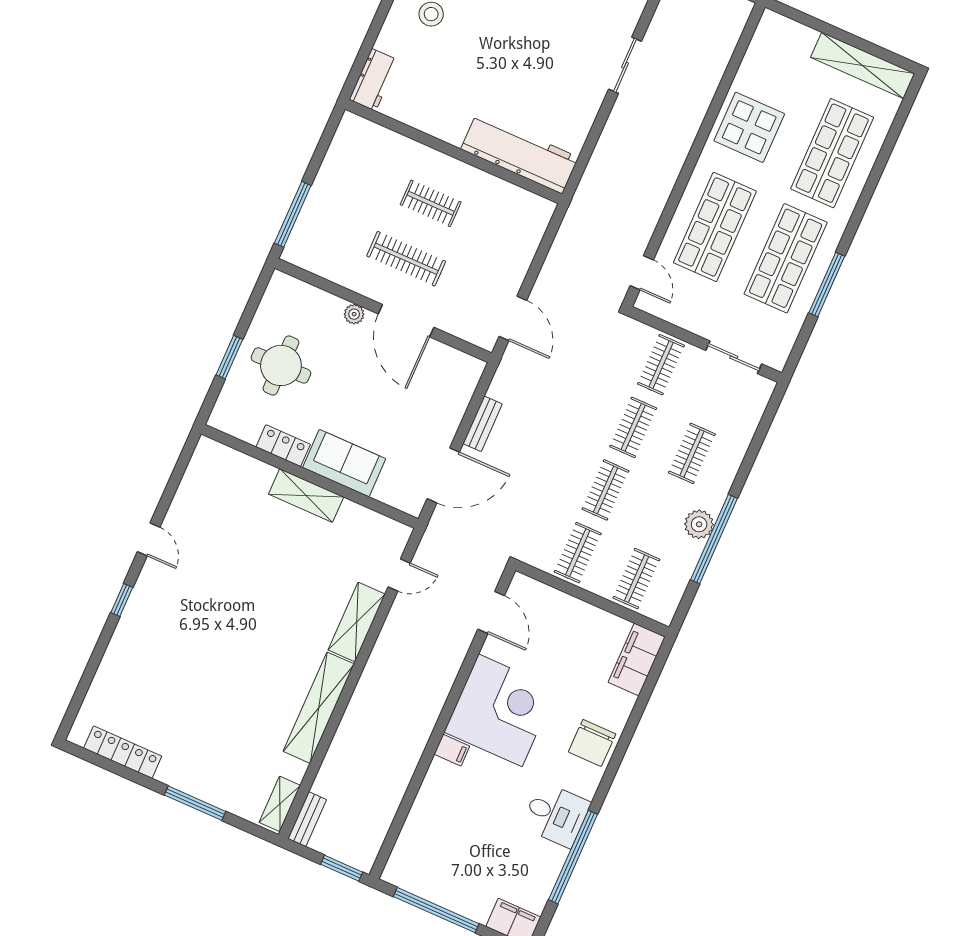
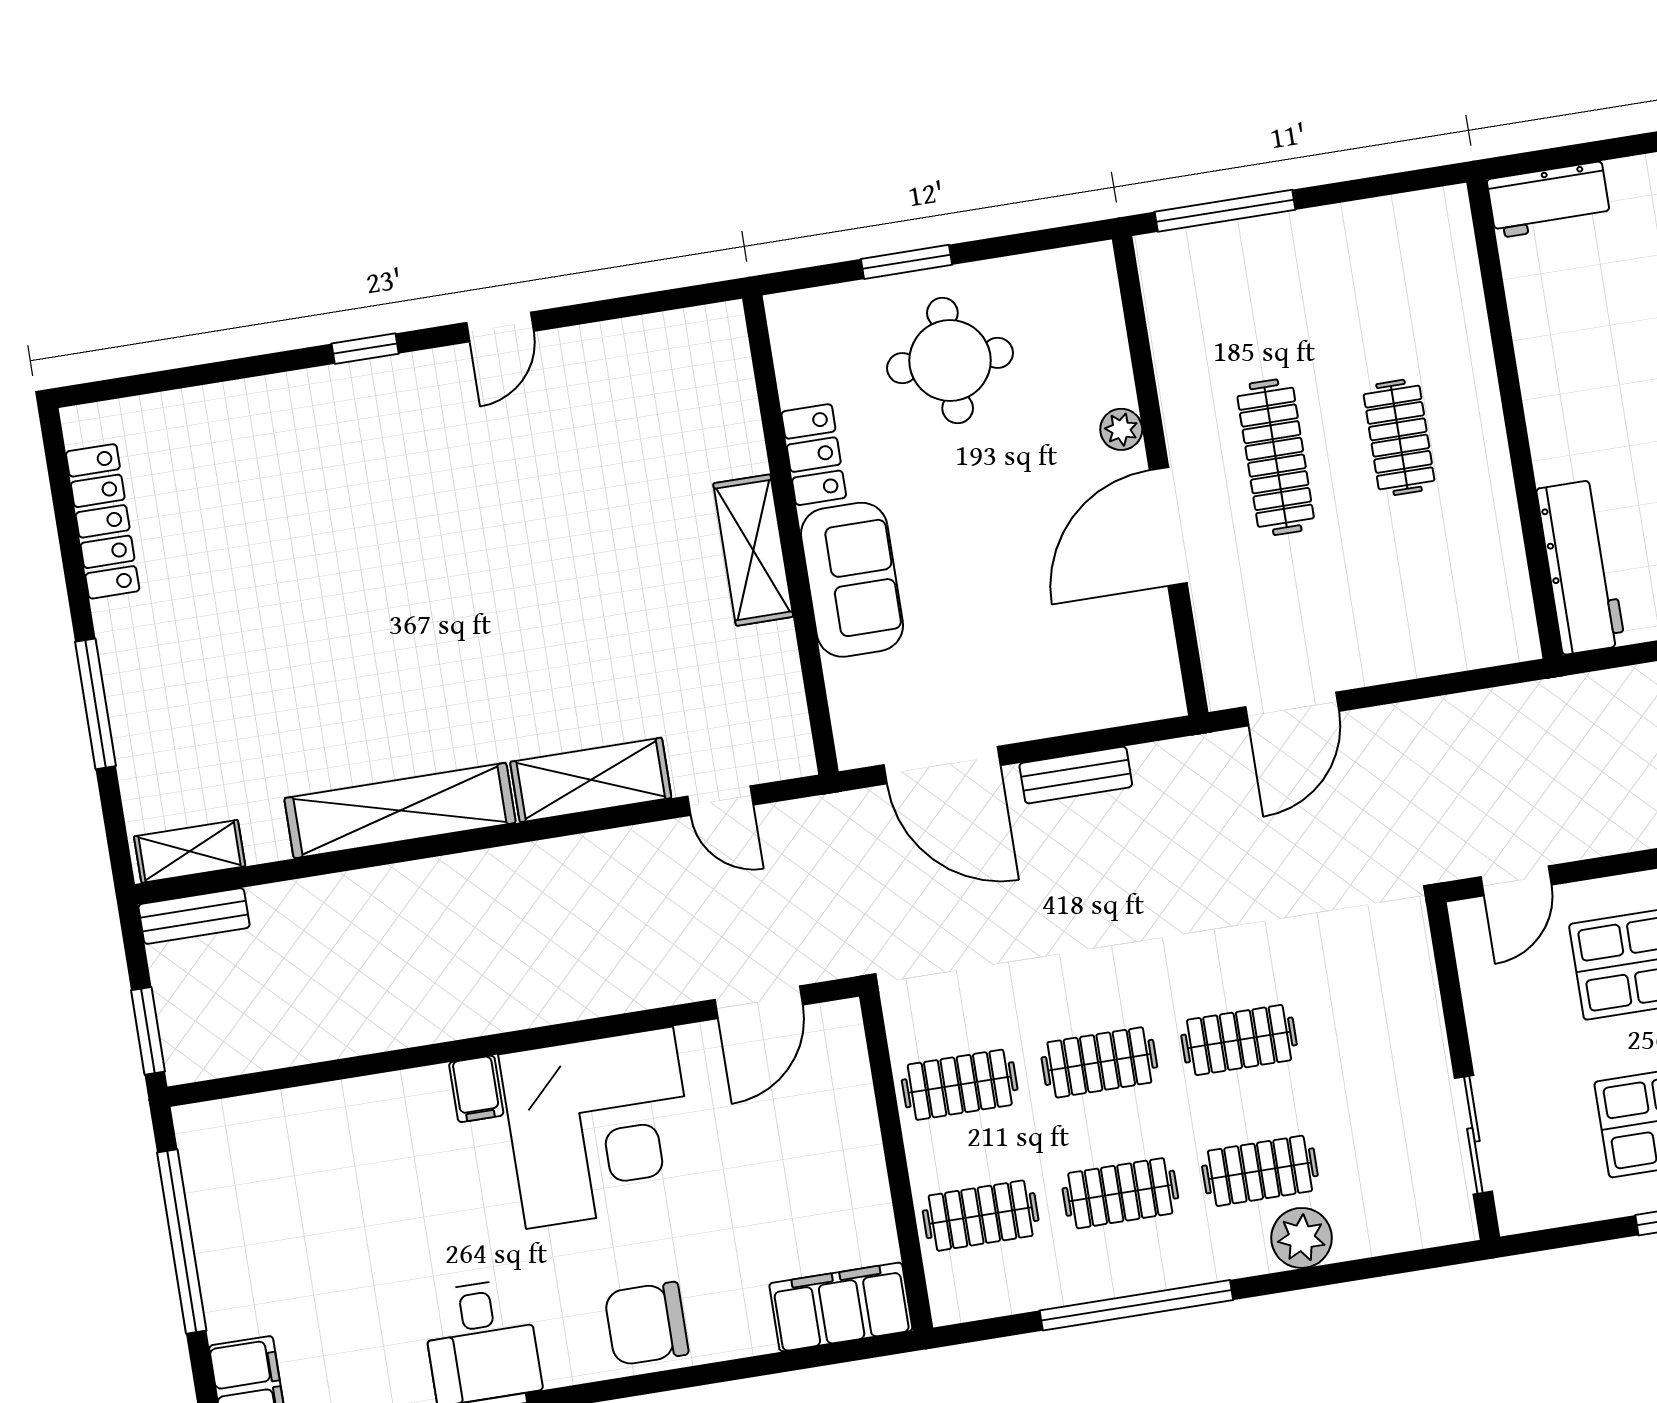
workbench: (520, 153) -> (1581, 567), width x0.73, depth x0.76
clothes rail: (661, 365) -> (1120, 1193), moved
plant: (699, 524) -> (1302, 1238), moved

